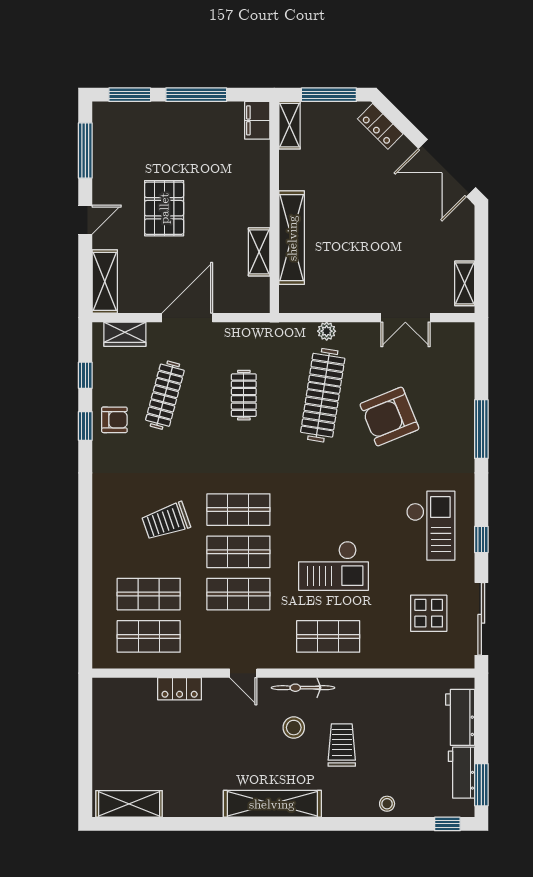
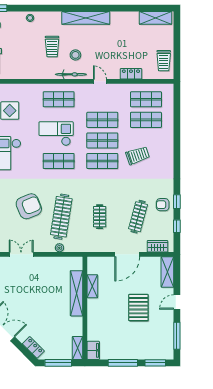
shop shelf: (328, 510) -> (59, 161), added
trolley: (112, 716) -> (164, 61), added

